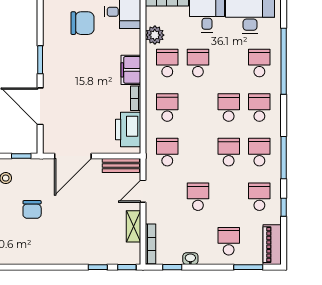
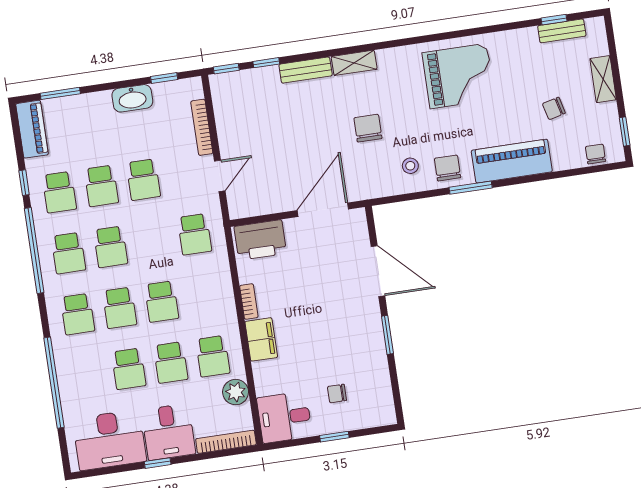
chair: (82, 23) -> (337, 394), width x0.54, depth x0.54
school desk: (259, 63) -> (129, 369), moved
school desk: (167, 108) -> (162, 302), moved
printer: (128, 129) -> (260, 240), moved, turned 90
window: (21, 156) -> (394, 199), removed
window: (284, 158) -> (34, 250), width x1.46
bench: (121, 165) -> (306, 70), moved
shelving: (134, 226) -> (354, 63), moved, turned 90
school desk: (229, 241) -> (101, 186), moved
bookcase: (151, 244) -> (202, 127), moved
washbasin: (190, 259) -> (132, 98), width x1.91, depth x1.45

